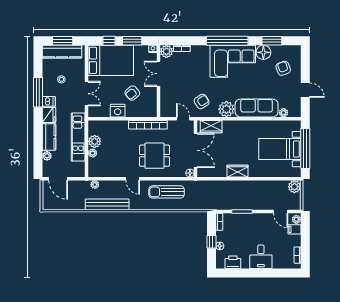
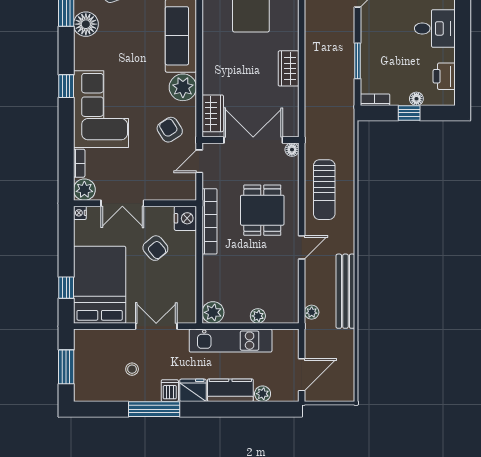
window: (132, 41) -> (66, 248), removed
window: (227, 41) -> (66, 86), width x0.32
kitchen counter: (62, 52) -> (85, 368), removed
corner sofa: (233, 61) -> (101, 109), moved
nightstand: (118, 111) -> (185, 218), moved
plant: (95, 141) -> (213, 312), moved

